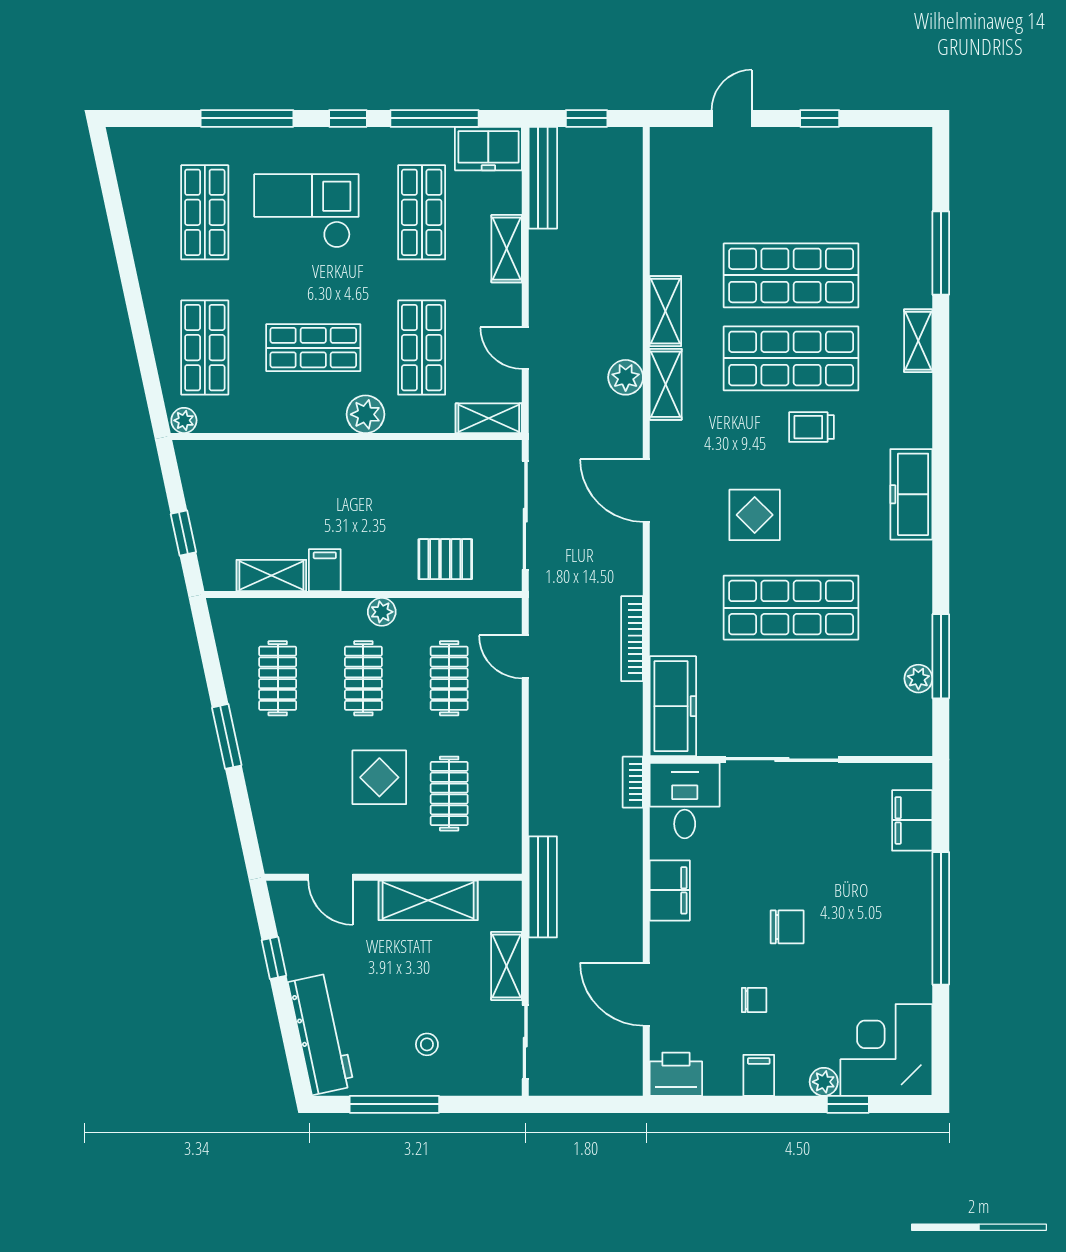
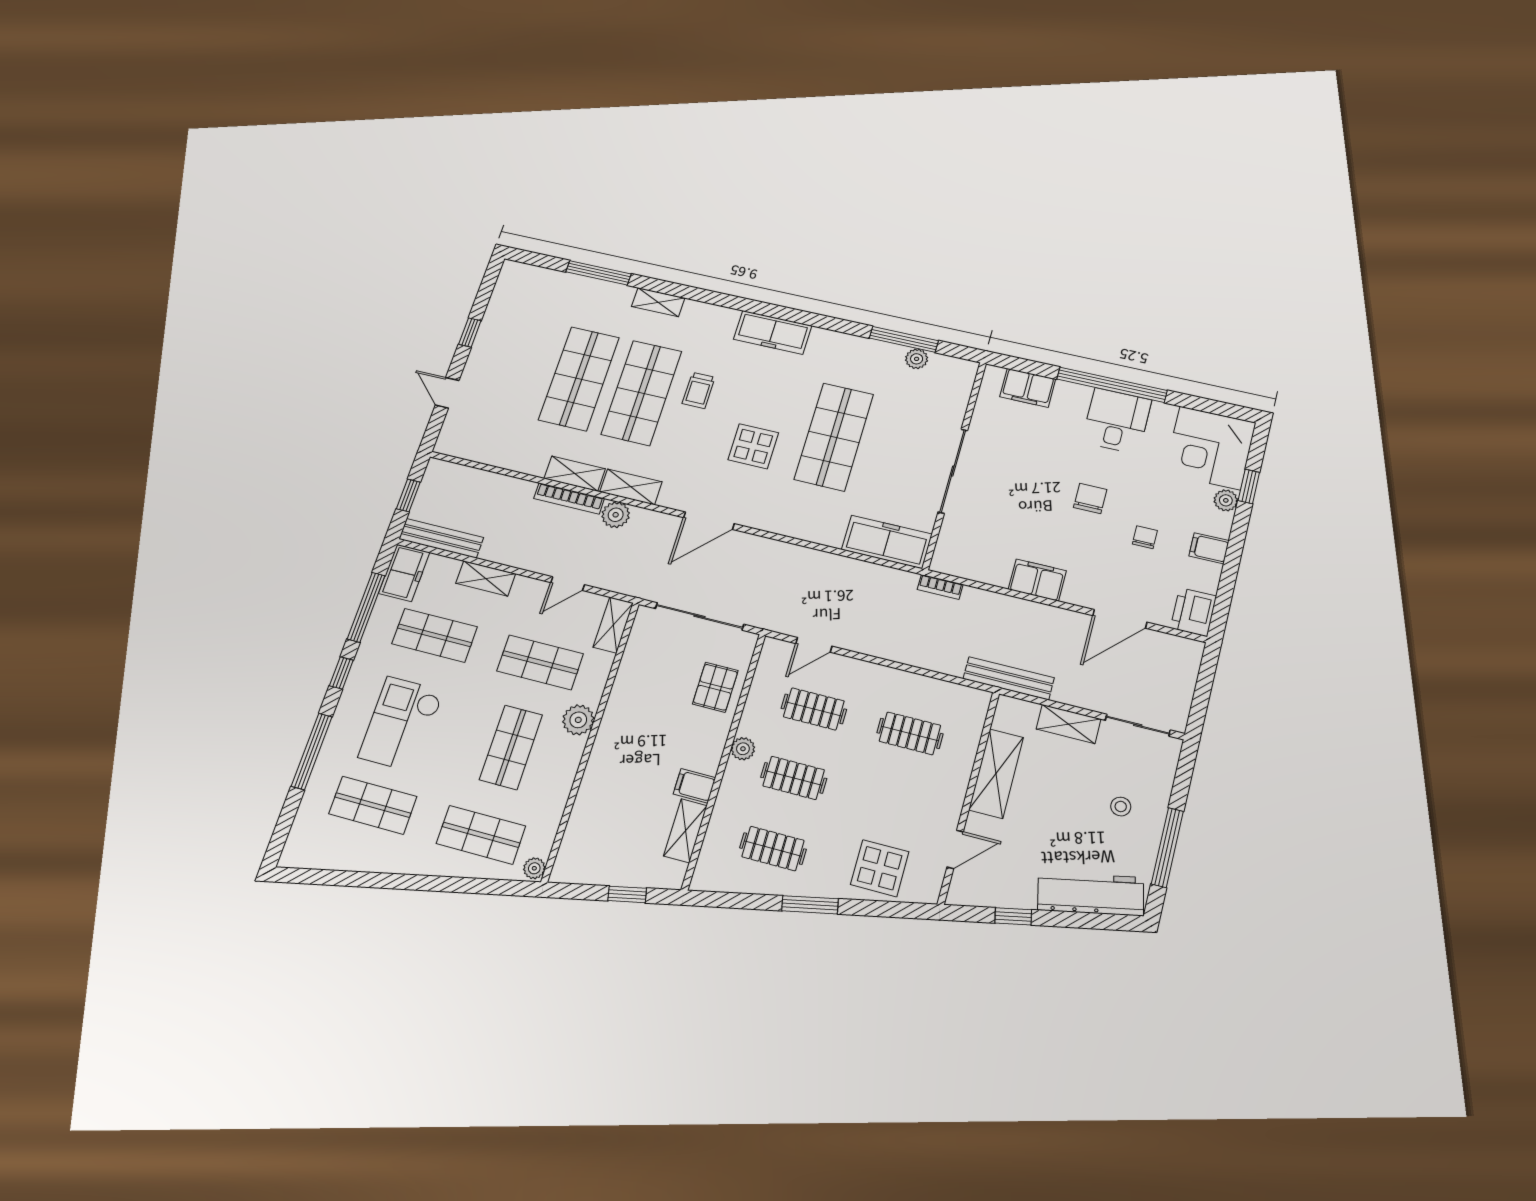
bookcase: (632, 639) -> (569, 498), moved
display table: (379, 777) -> (880, 868), moved
desk: (685, 801) -> (1117, 421), moved, turned 90

